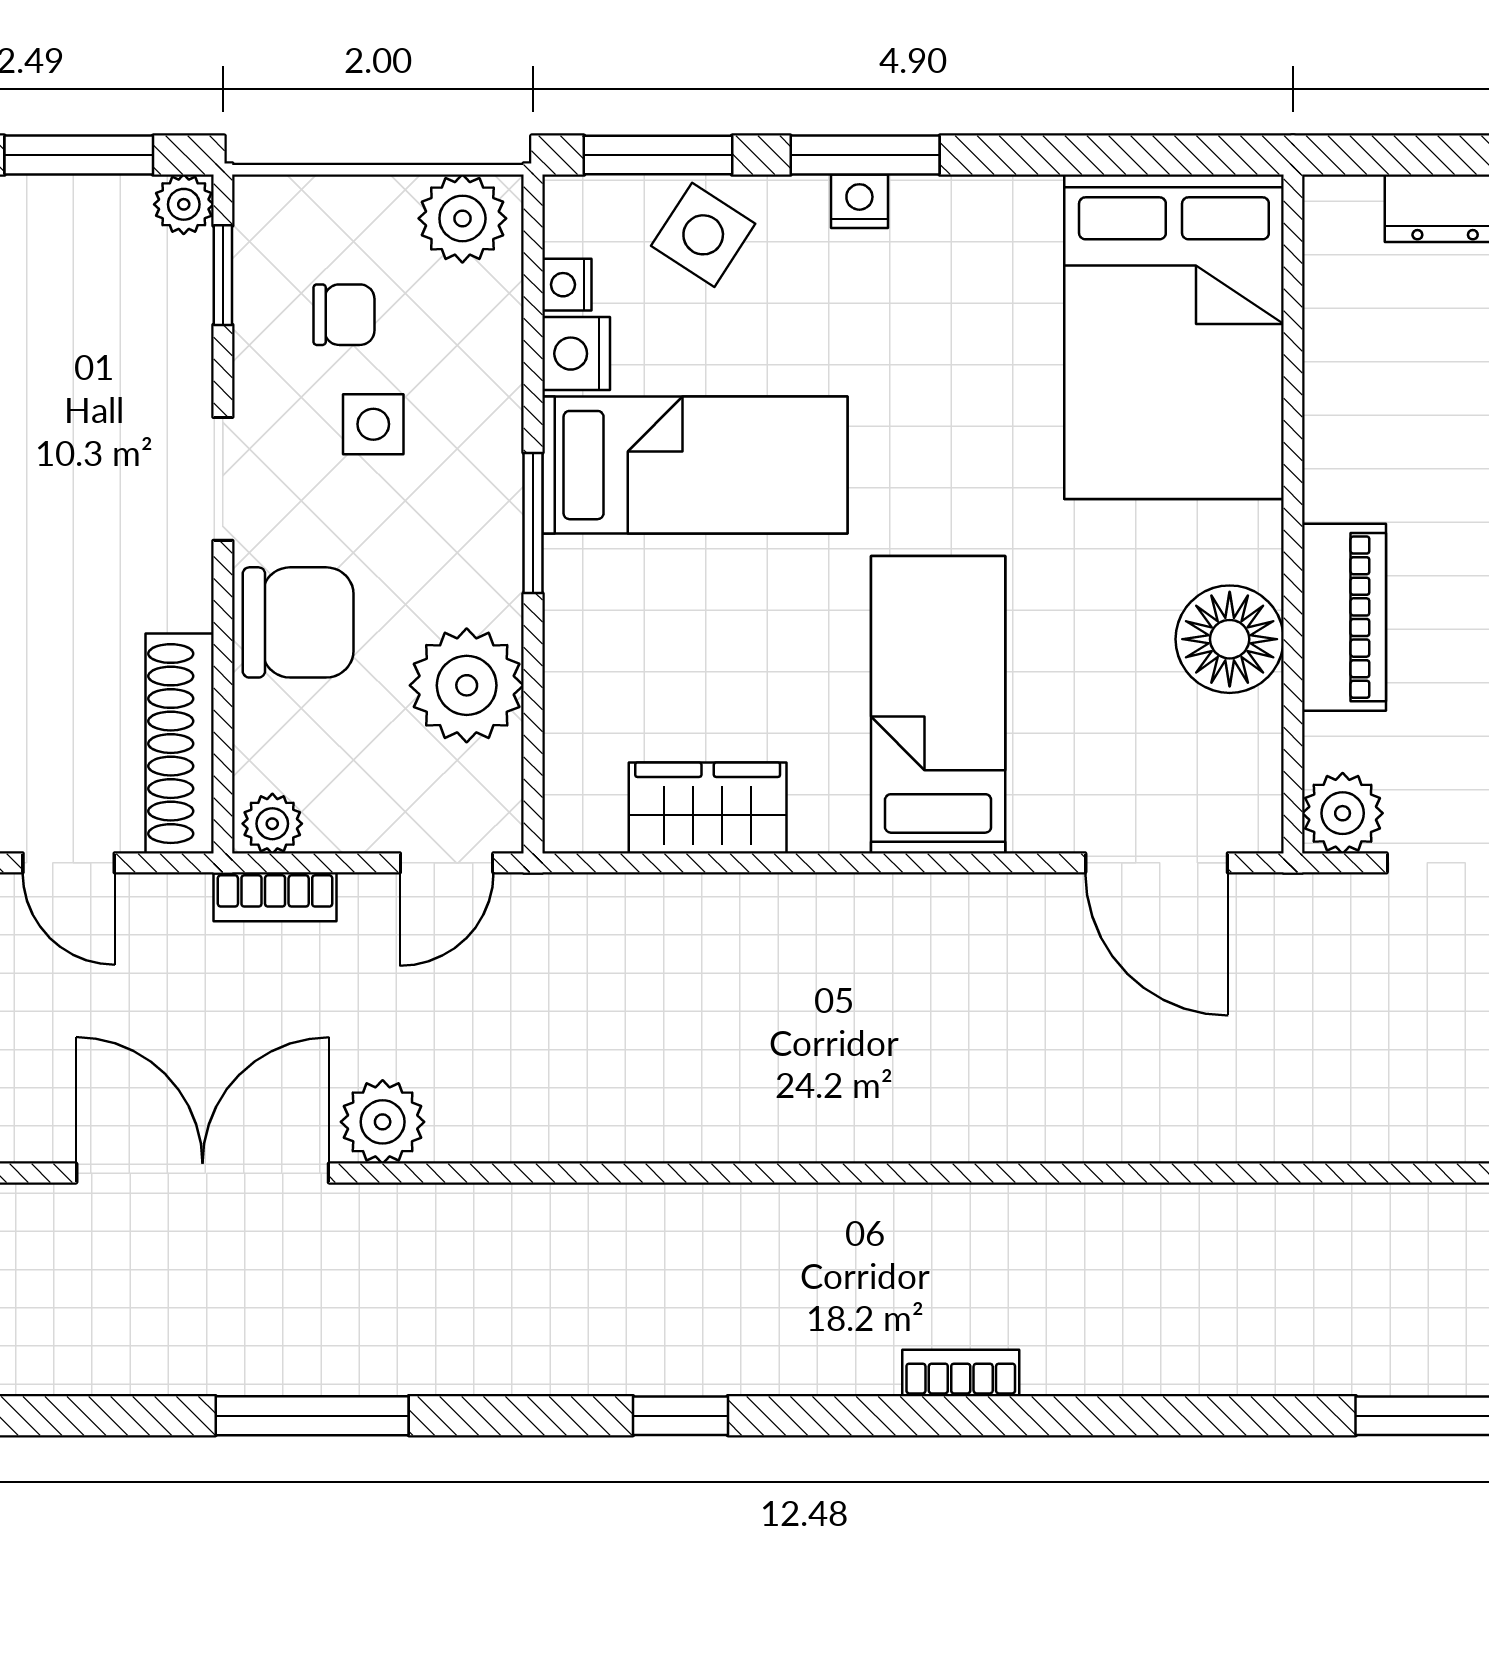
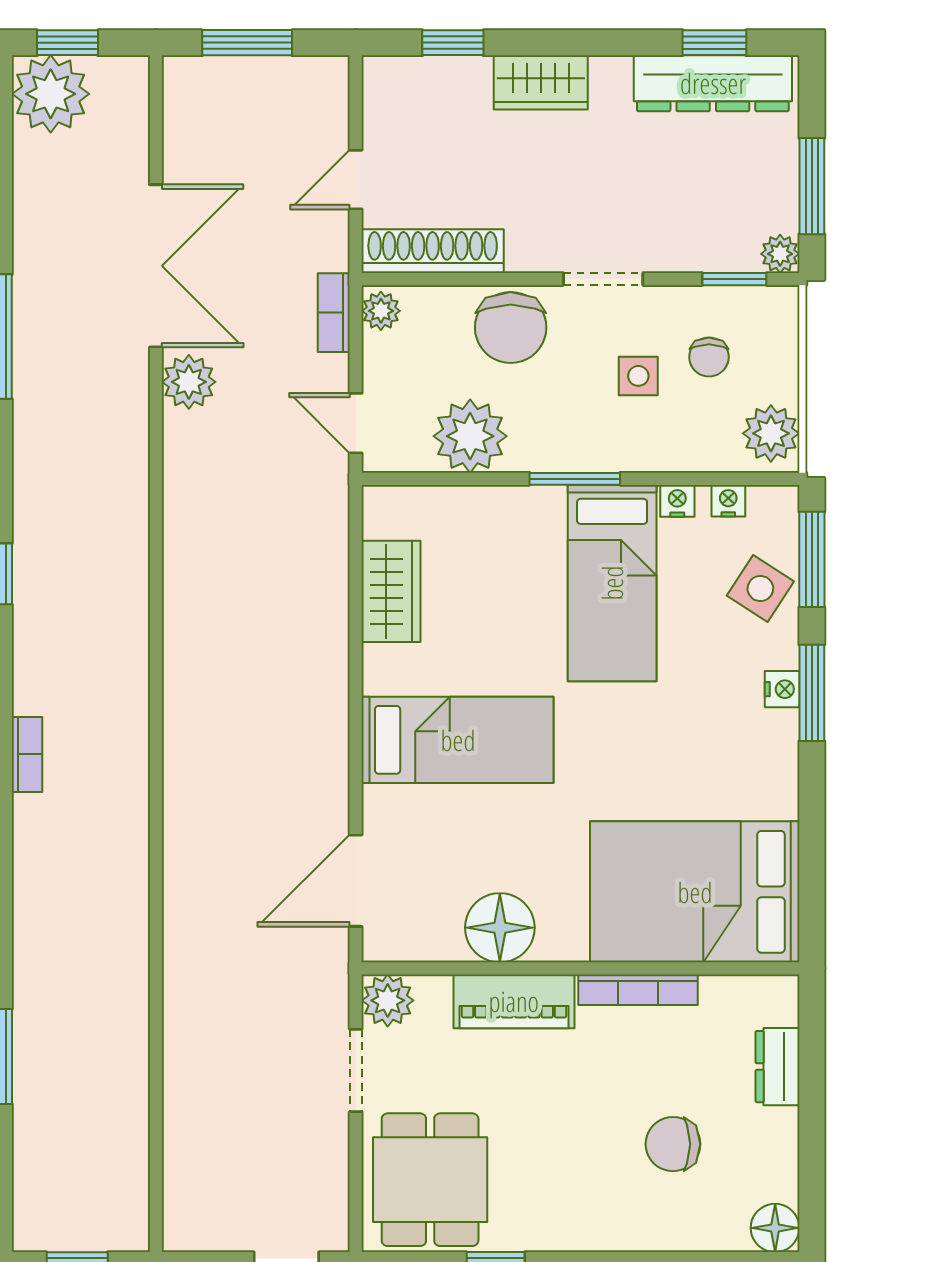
nightstand: (576, 354) -> (677, 501), width x0.72, depth x0.74
bookcase: (1326, 425) -> (638, 990), added

